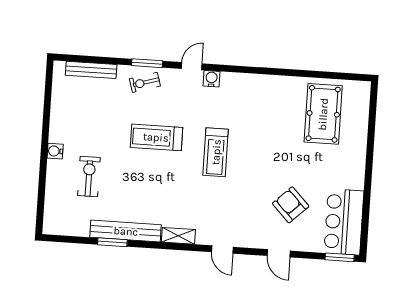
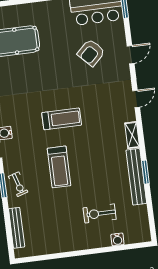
water cooler: (55, 151) -> (117, 239), moved
window: (112, 242) -> (145, 172), moved

